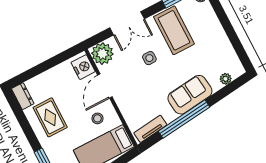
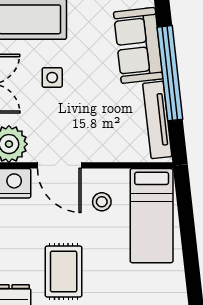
rug: (50, 117) -> (64, 271), turned 90
tv unit: (150, 129) -> (157, 120), width x1.41

